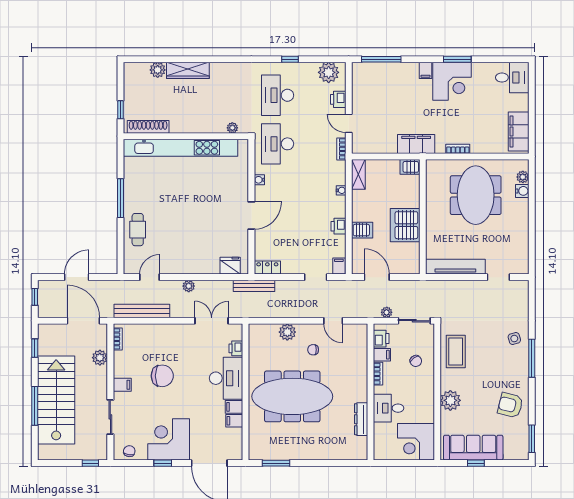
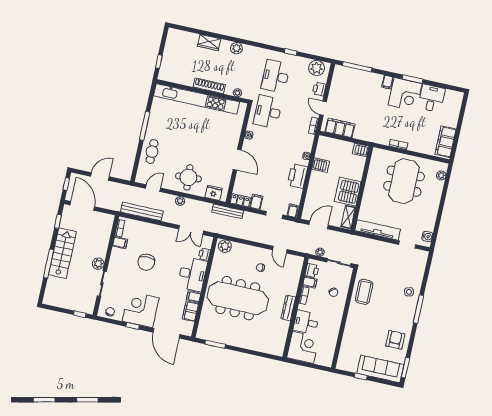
plant: (158, 70) -> (236, 48), moved
wardrobe: (188, 70) -> (209, 43), width x0.67
desk: (512, 78) -> (432, 98), moved, turned -90
shoe rack: (148, 127) -> (209, 86), moved
filing cabinet: (416, 144) -> (340, 128), moved
shelving: (358, 174) -> (348, 217), moved
water cooler: (522, 191) -> (427, 237), moved
door: (251, 215) -> (237, 160), hinge flipped
printer: (338, 226) -> (298, 176), width x1.87, depth x1.48
server rack: (362, 230) -> (321, 165), moved
round table: (193, 253) -> (188, 177), added
filing cabinet: (289, 265) -> (256, 202), added
door: (377, 277) -> (319, 225), hinge flipped
door: (83, 321) -> (82, 206), moved
double door: (212, 321) -> (191, 230), swing flipped
plant: (287, 332) -> (225, 246), moved
plant: (100, 358) -> (98, 264), moved
chair: (162, 376) -> (146, 262), turned 90
filing cabinet: (122, 385) -> (120, 243), moved
stairs: (56, 400) -> (62, 253), width x0.73, depth x0.66
plant: (450, 400) -> (352, 327), removed
armchair: (510, 405) -> (395, 340), turned 76
dresser: (361, 419) -> (288, 308), moved
filing cabinet: (234, 421) -> (190, 311), width x2.00
corner desk: (416, 442) -> (303, 347), moved, turned 180
sofa: (473, 448) -> (380, 369), moved

